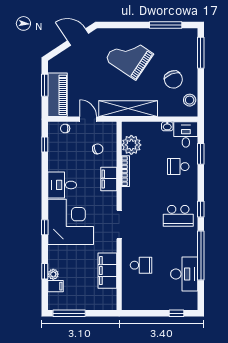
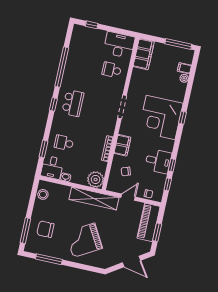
door: (78, 37) -> (132, 261), moved
grand piano: (129, 57) -> (84, 240), turned 116
chair: (173, 79) -> (45, 229), moved, turned -68
door: (88, 119) -> (128, 197), swing flipped
plant: (131, 145) -> (96, 179), moved
school desk: (178, 167) -> (64, 143), turned 180
desk: (62, 185) -> (158, 161), moved
school desk: (178, 216) -> (73, 103), turned 90
window: (45, 271) -> (172, 165), moved
filing cabinet: (107, 271) -> (144, 54), moved
desk: (184, 274) -> (119, 45), moved, turned 90

